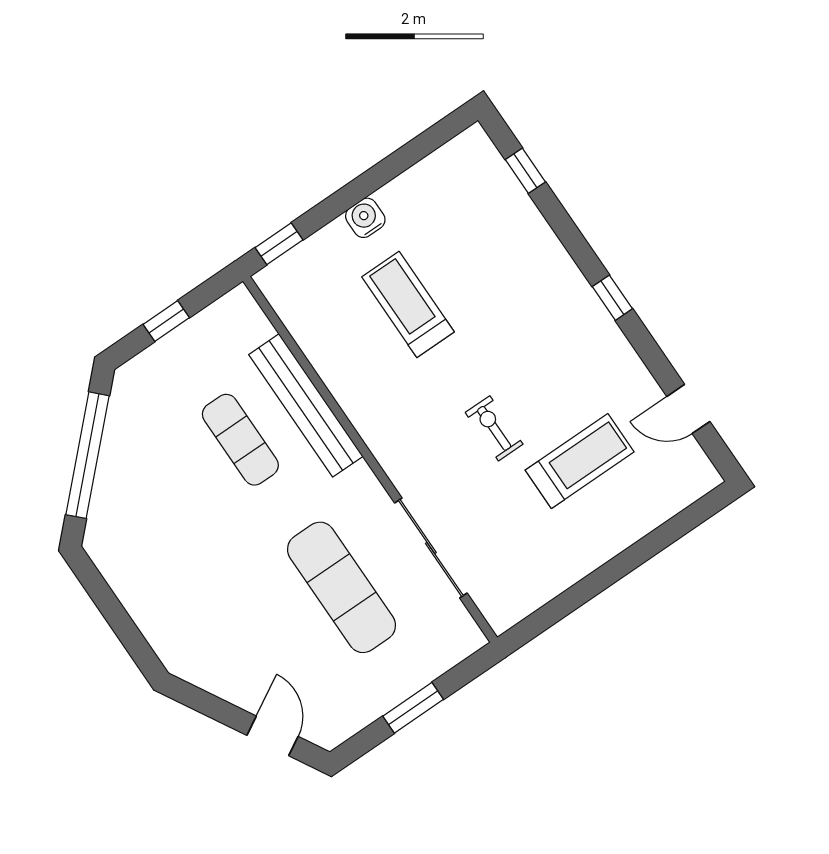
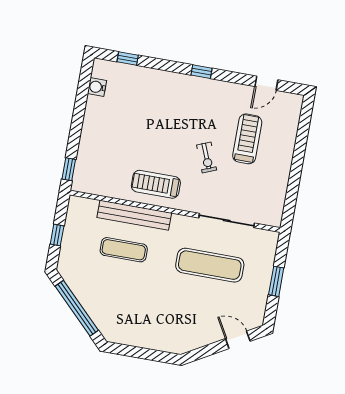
water cooler: (365, 218) -> (97, 87), moved
treadmill: (408, 304) -> (156, 184), moved
exercise bike: (494, 428) -> (207, 157), turned -112

